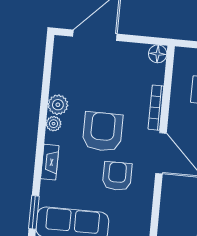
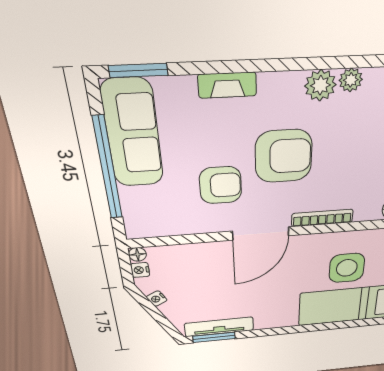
plant: (54, 124) -> (351, 80), moved

